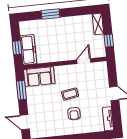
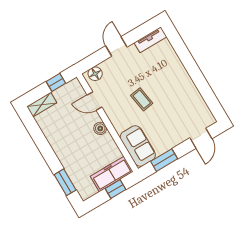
window: (51, 14) -> (65, 182), moved
boiler: (63, 56) -> (100, 128), added
floor lamp: (102, 70) -> (95, 74), added
armchair: (74, 114) -> (163, 84), removed

